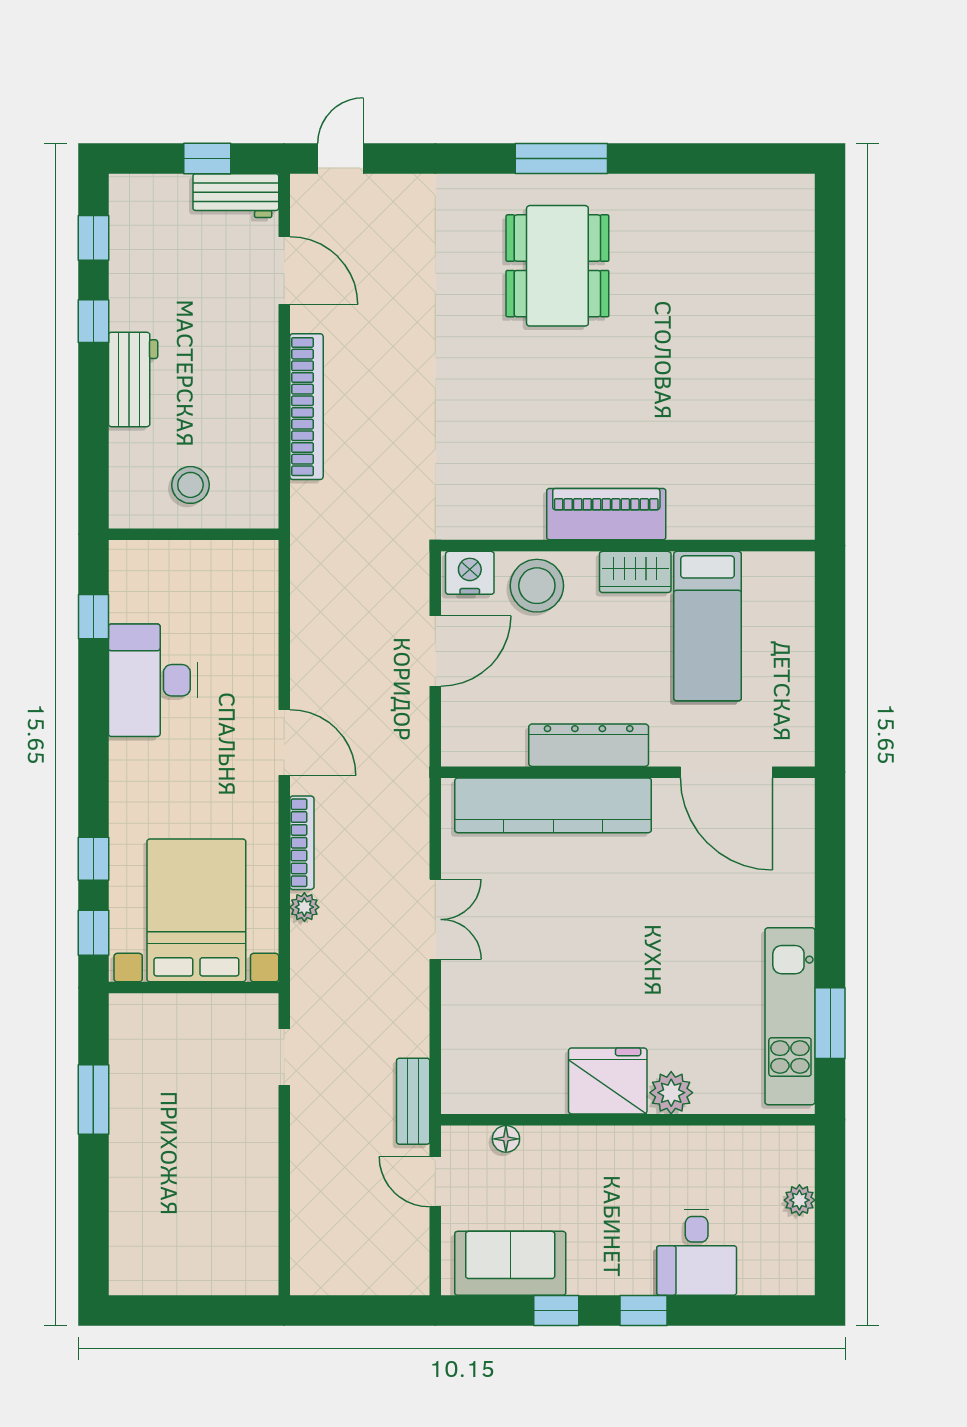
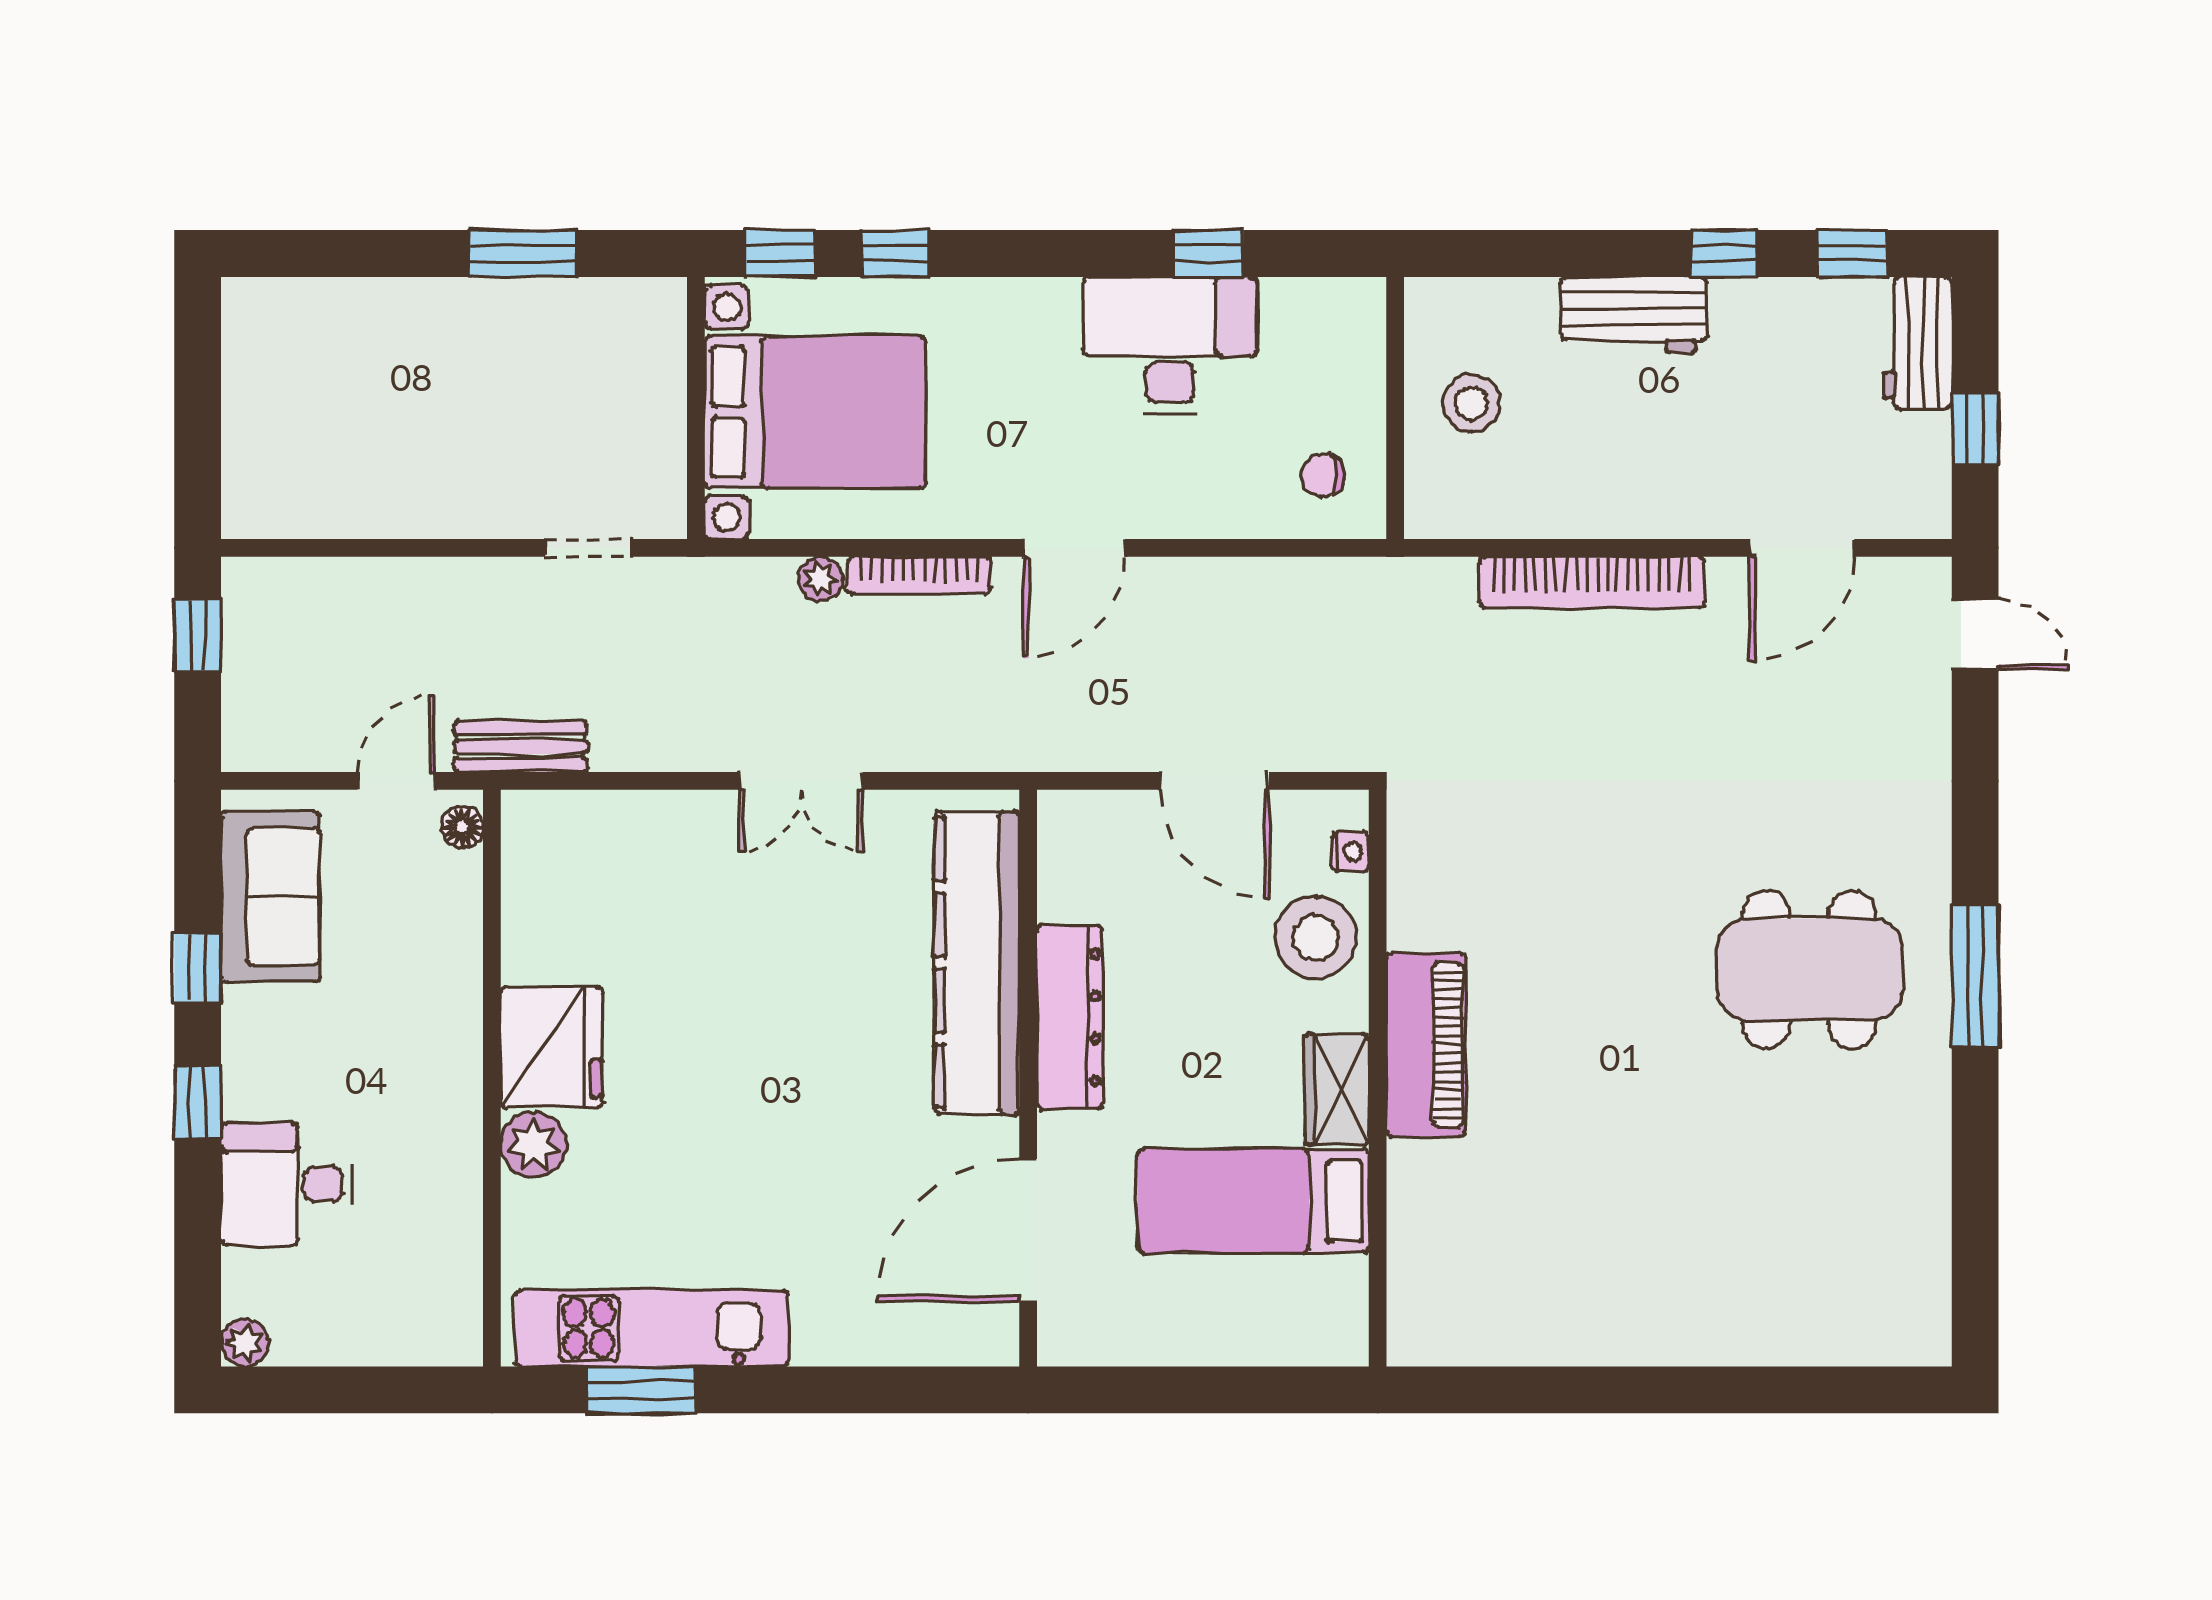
workbench: (236, 196) -> (1918, 343), moved
nightstand: (470, 573) -> (1350, 852), width x0.53, depth x0.56
chair: (237, 581) -> (1323, 475), added
window: (93, 617) -> (1209, 254), moved
floor lamp: (506, 1139) -> (462, 827), moved
plant: (799, 1200) -> (245, 1343), moved
window: (341, 1310) -> (198, 635), added

